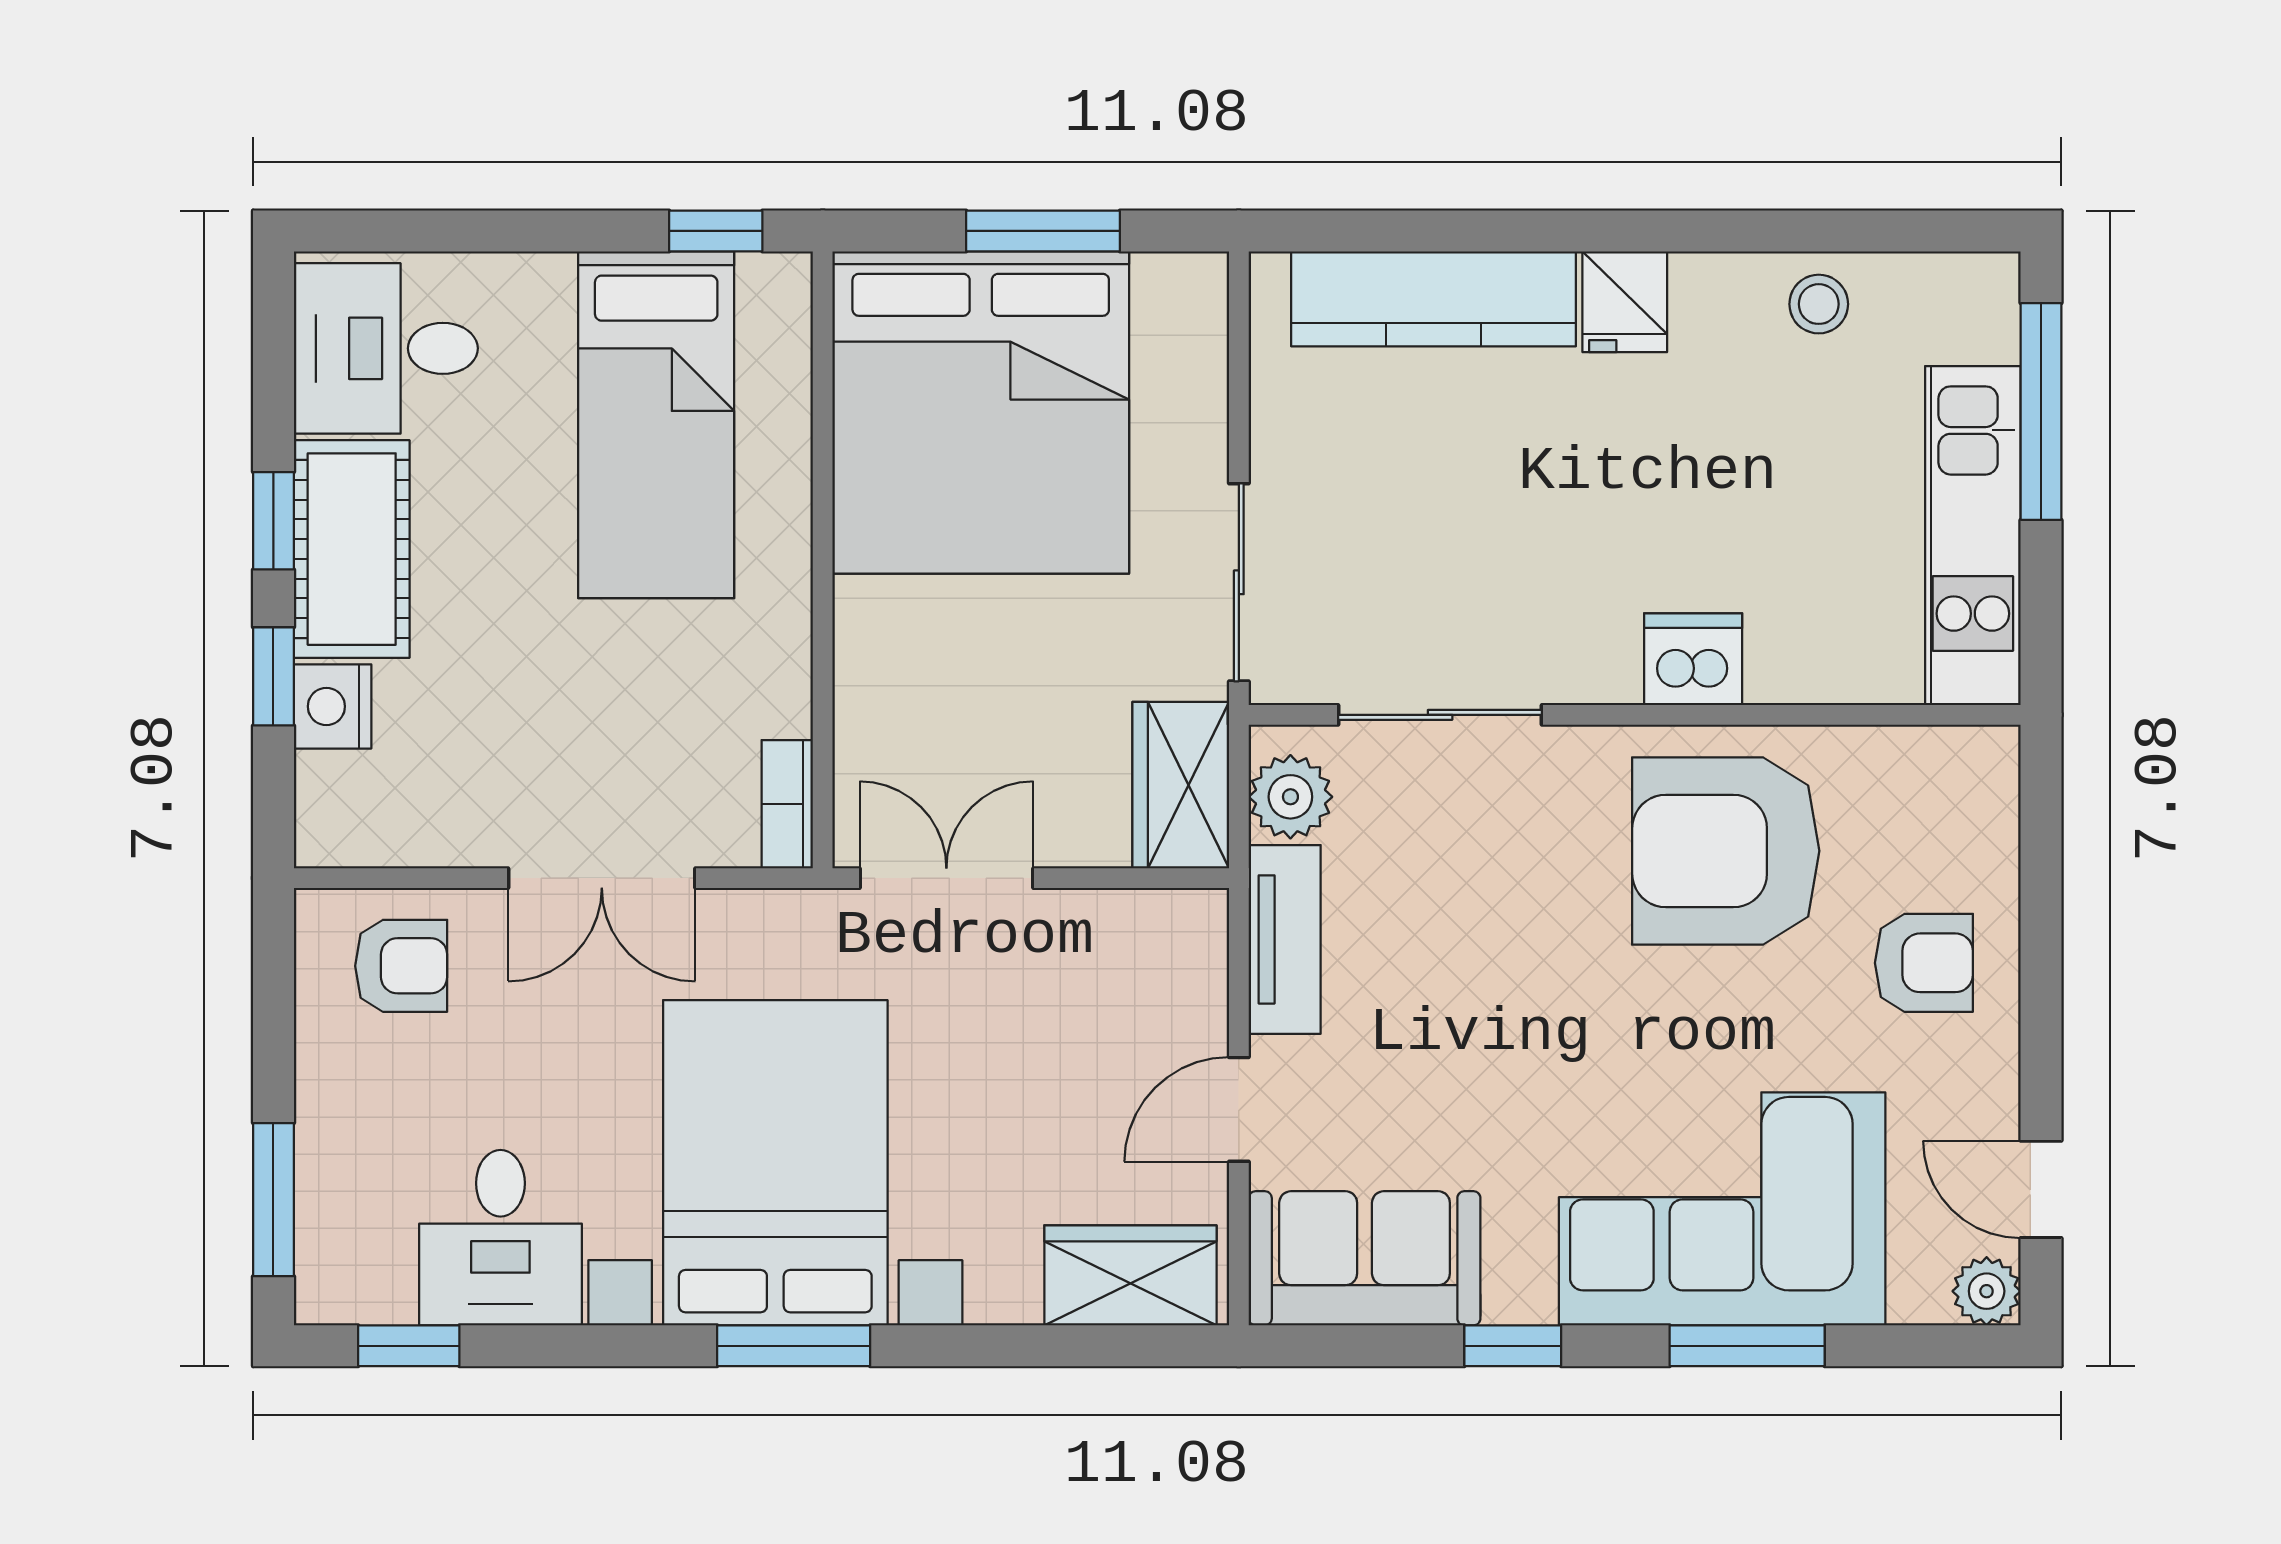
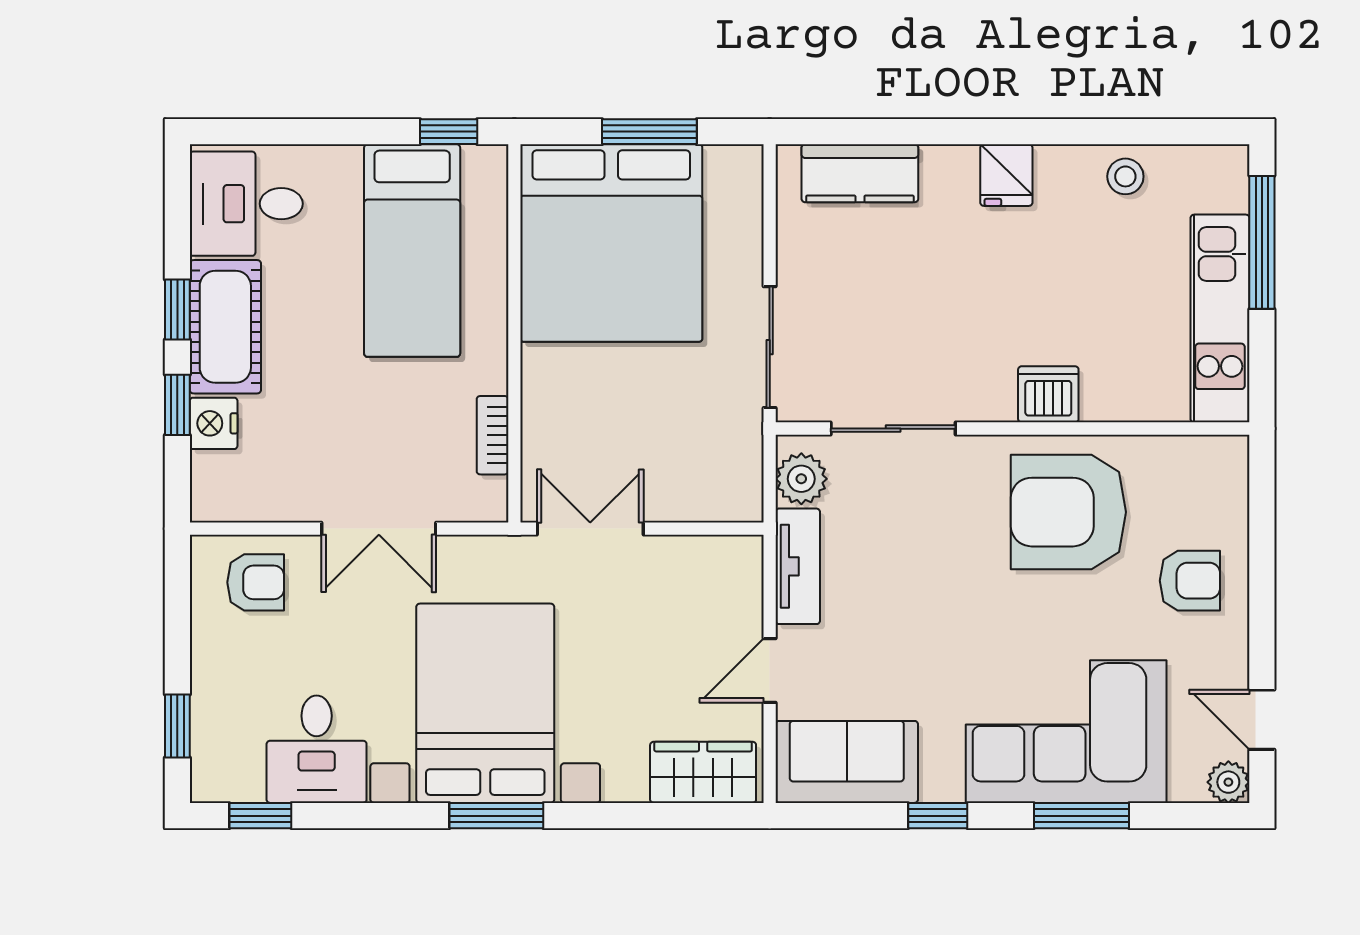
kitchen counter: (1433, 299) -> (860, 173), width x0.67
wardrobe: (1181, 785) -> (734, 472), removed
bookcase: (787, 804) -> (493, 435), moved
window: (273, 1200) -> (177, 726), width x0.67

